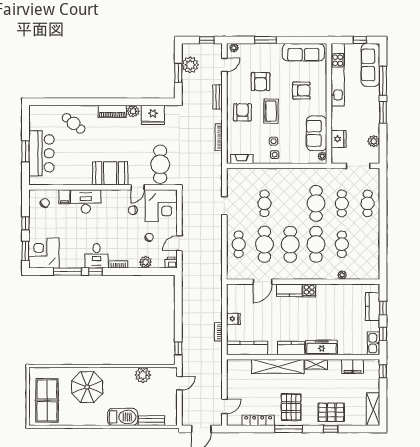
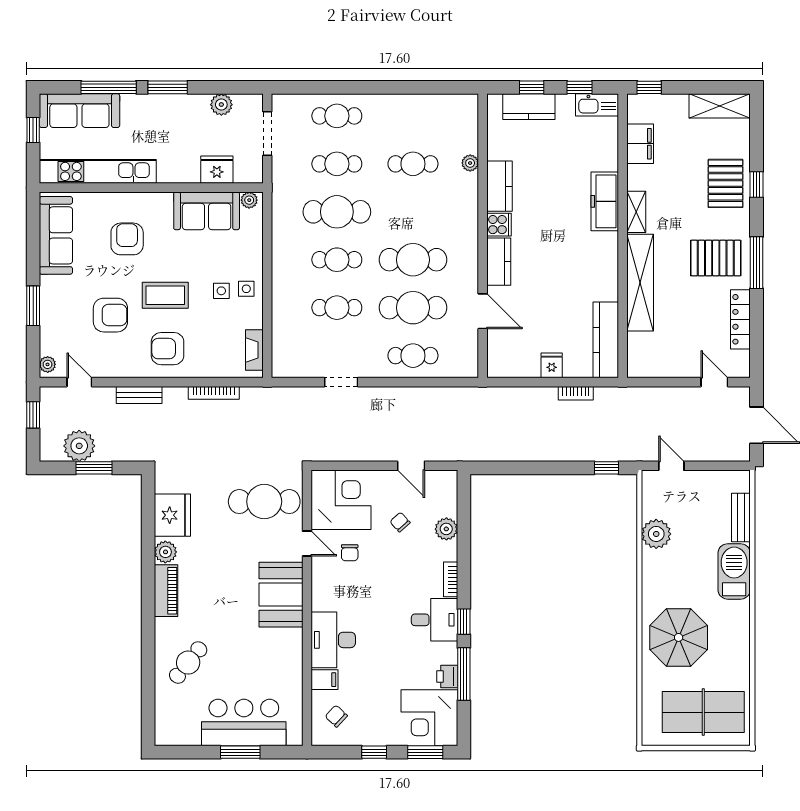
cafe table: (316, 244) -> (337, 260), moved, width x0.73, depth x0.74
printer: (171, 263) -> (447, 677), moved
kitchen counter: (291, 348) -> (499, 186), moved, turned 180

